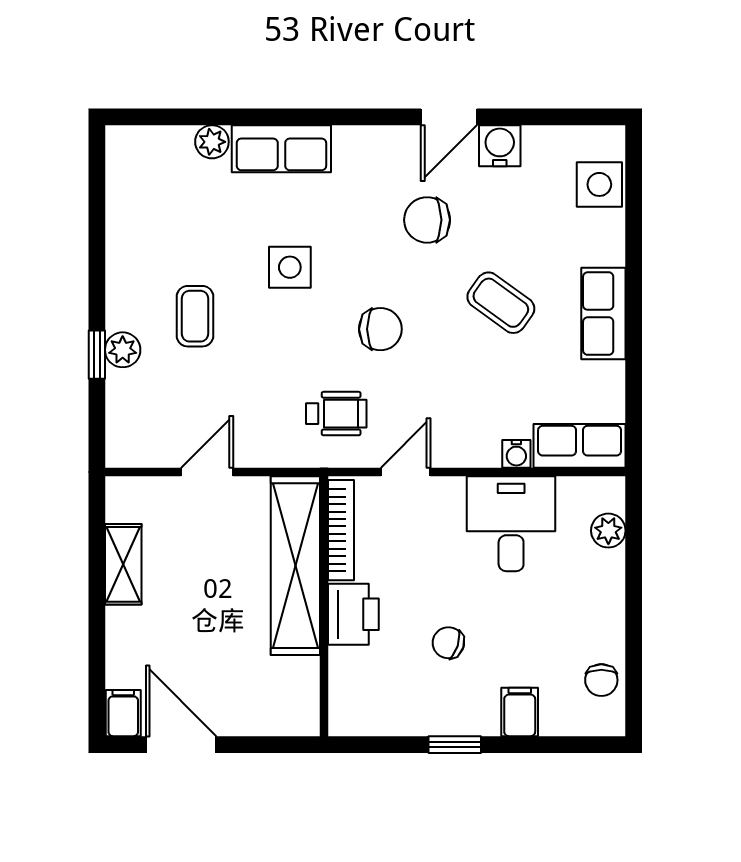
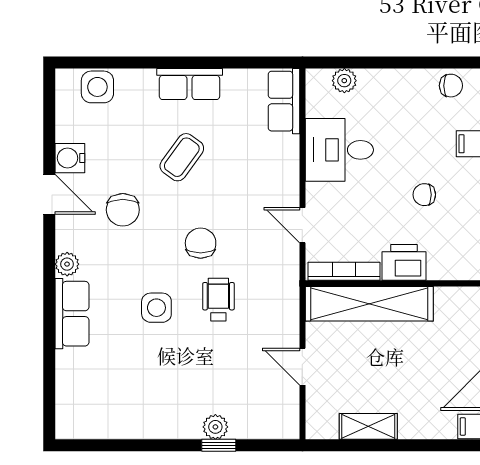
plant: (212, 142) -> (67, 264), moved
coffee table: (195, 316) -> (191, 375), removed
wheelchair: (336, 414) -> (218, 300), moved
water cooler: (516, 454) -> (290, 146), removed
chair: (448, 643) -> (424, 195), turned 72

